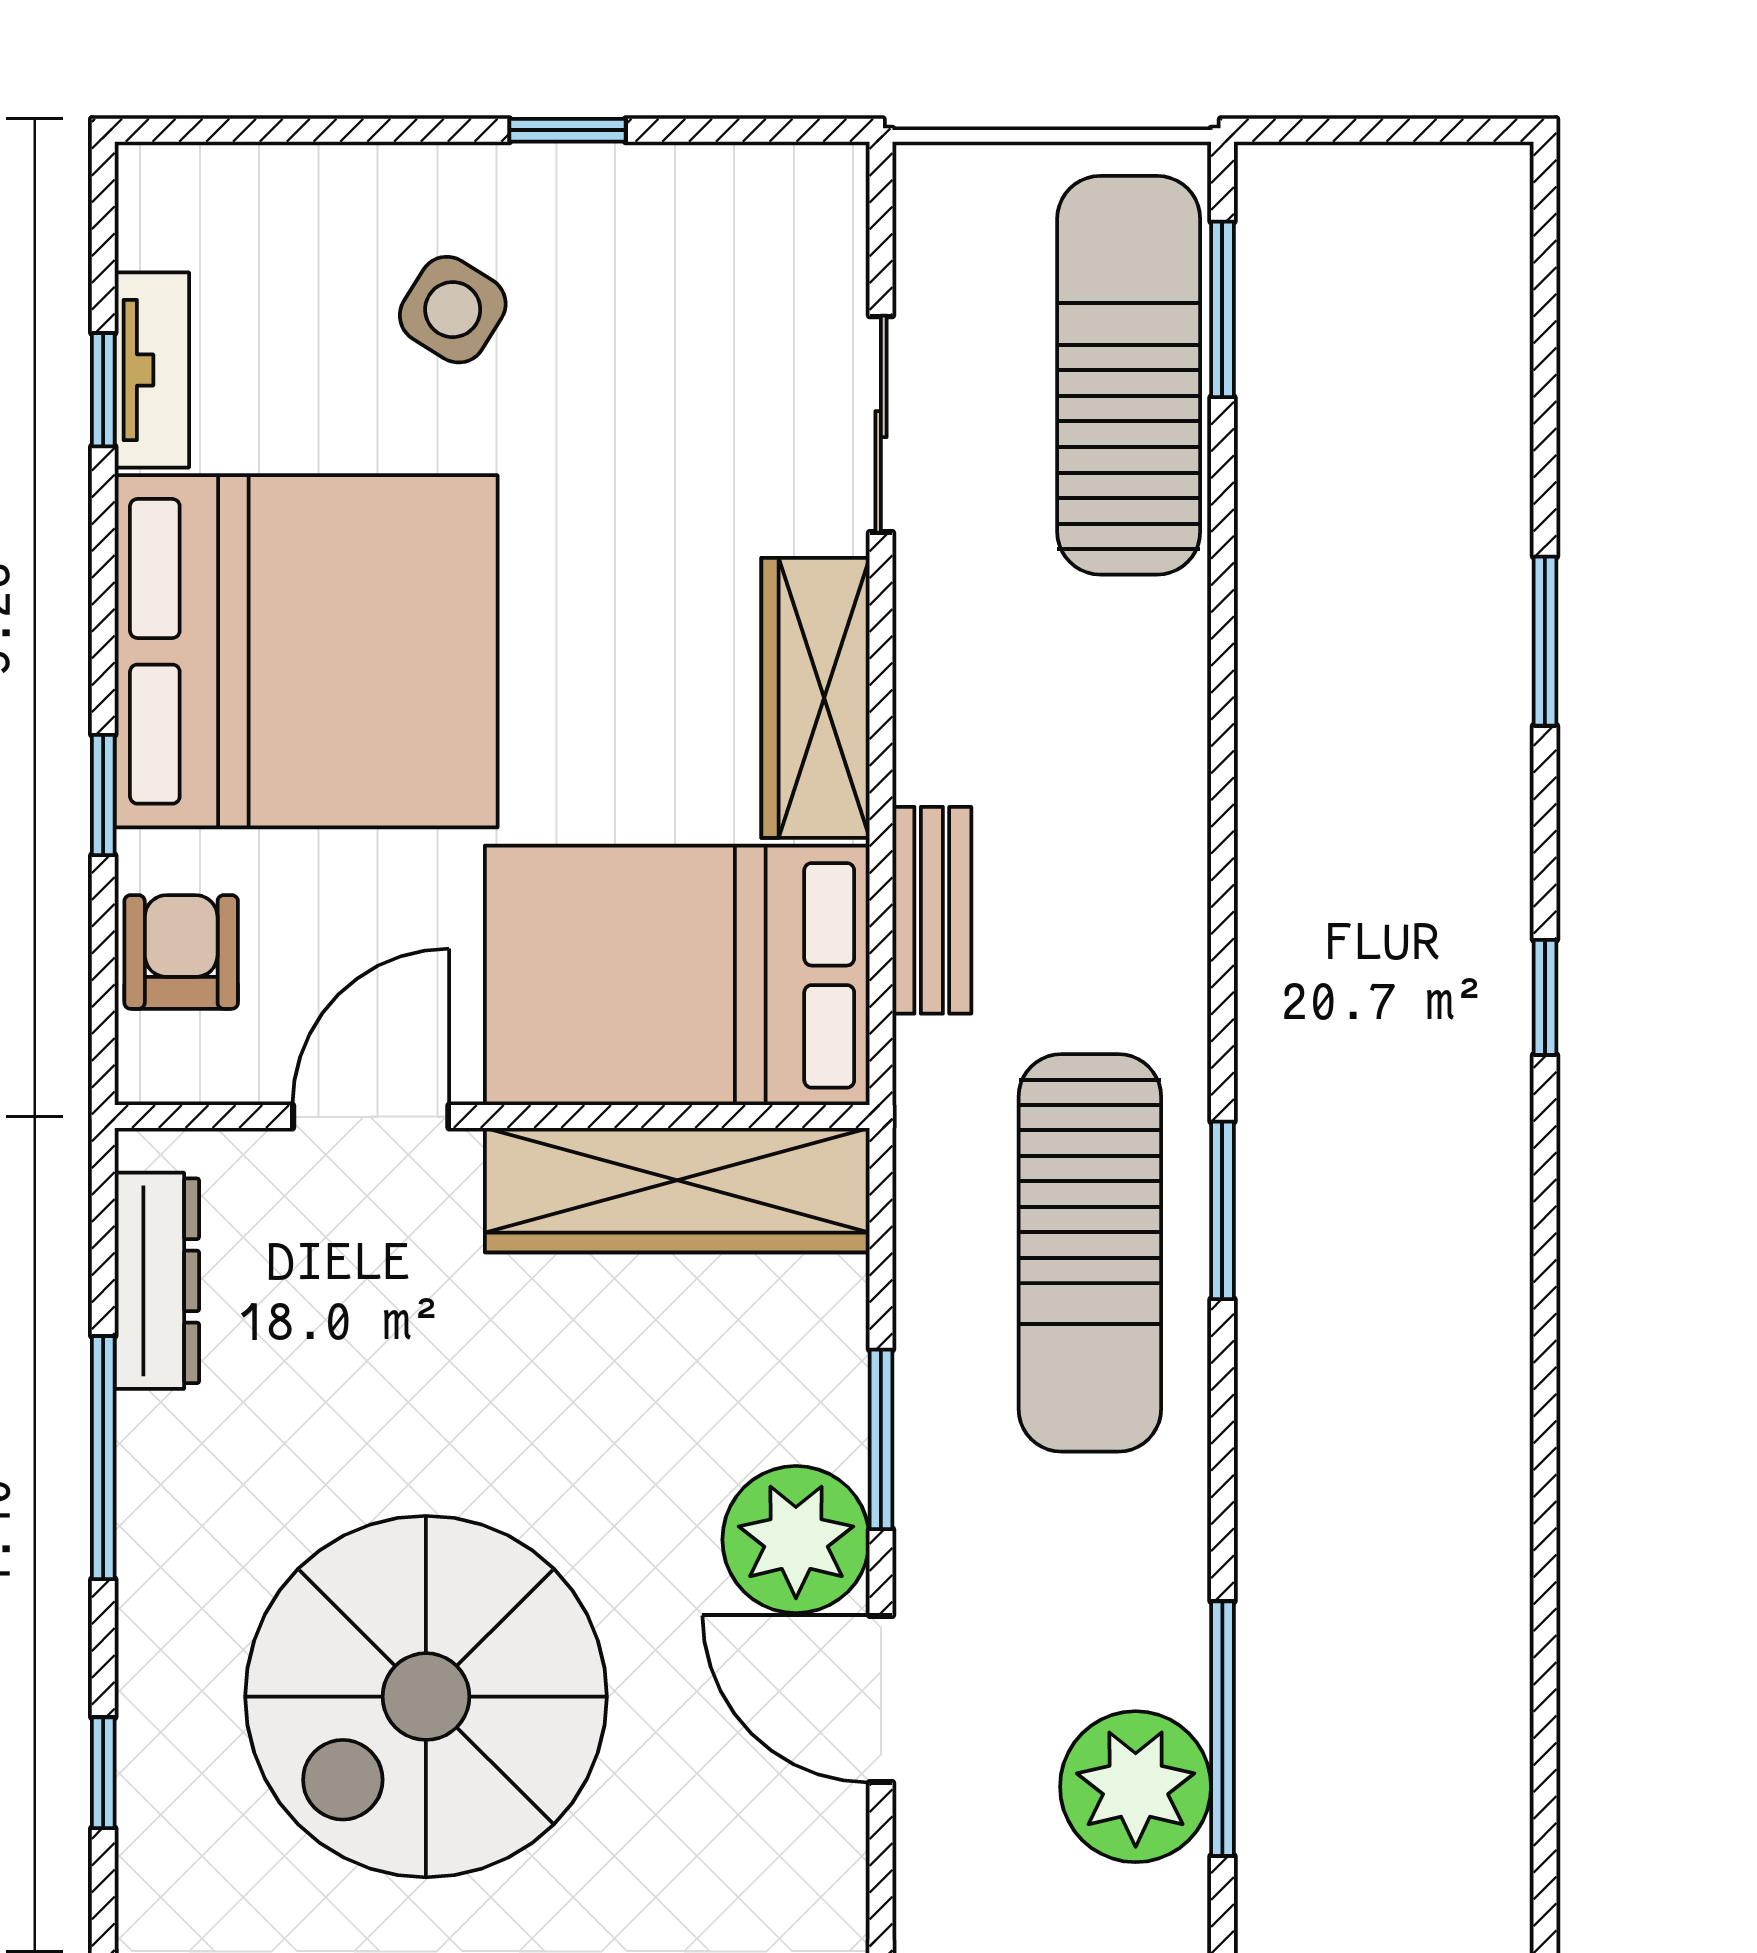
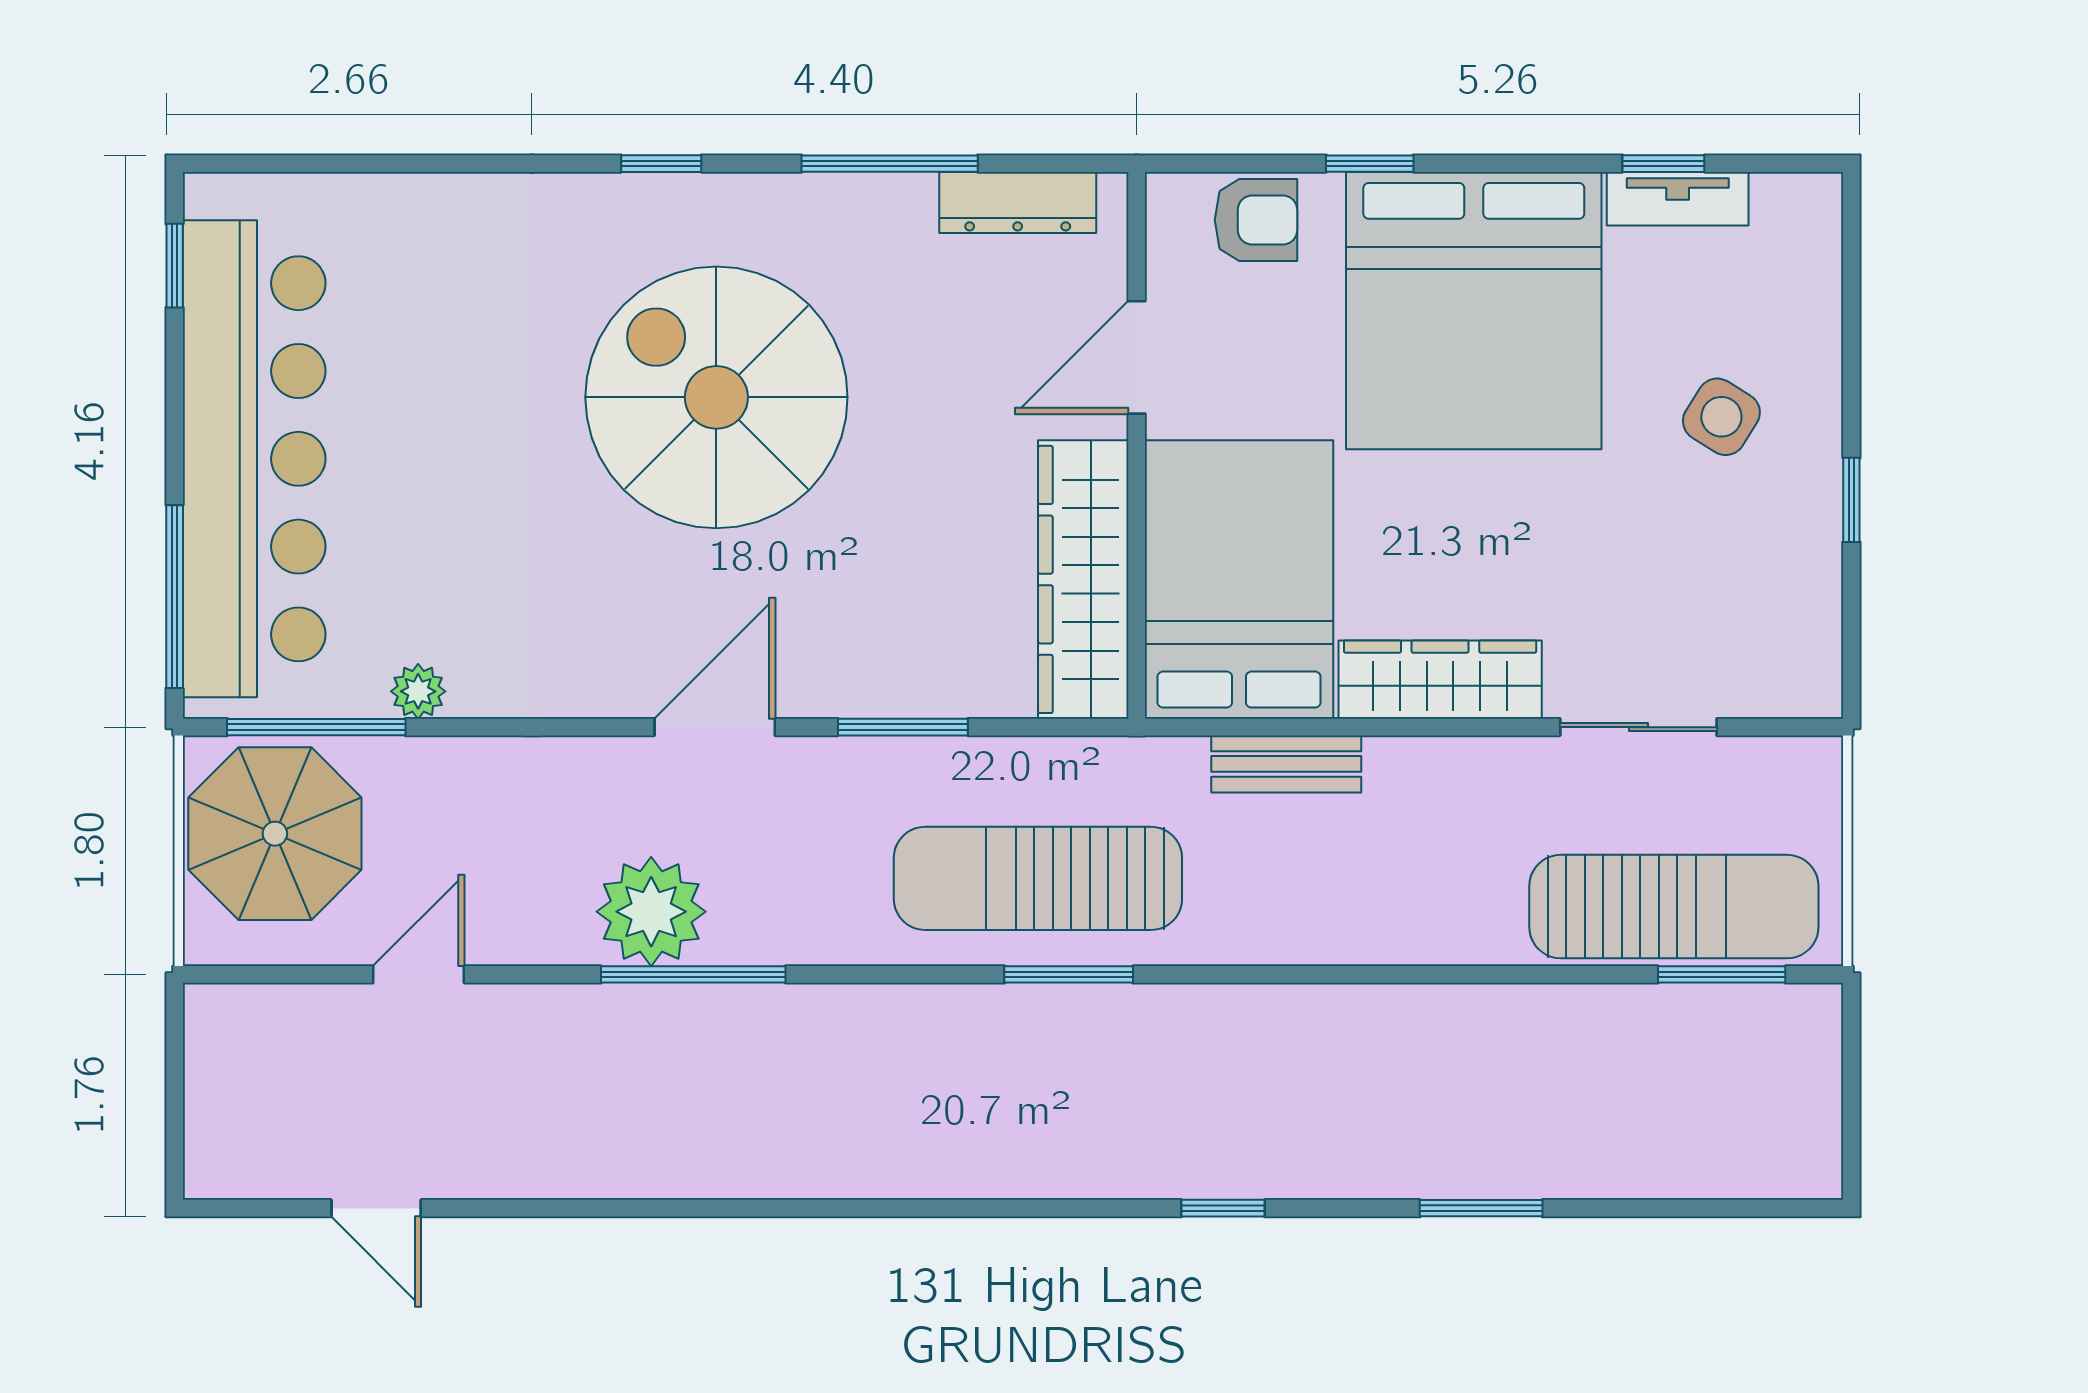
door: (371, 1117) -> (1137, 357), swing flipped
plant: (796, 1540) -> (830, 665), removed

